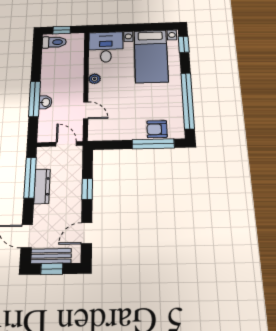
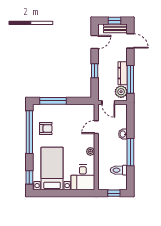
toilet: (54, 42) -> (119, 170), moved
window: (34, 99) -> (130, 152), moved
door: (86, 110) -> (96, 127), hinge flipped
armchair: (157, 129) -> (46, 128), moved
plant: (46, 160) -> (121, 92), added

